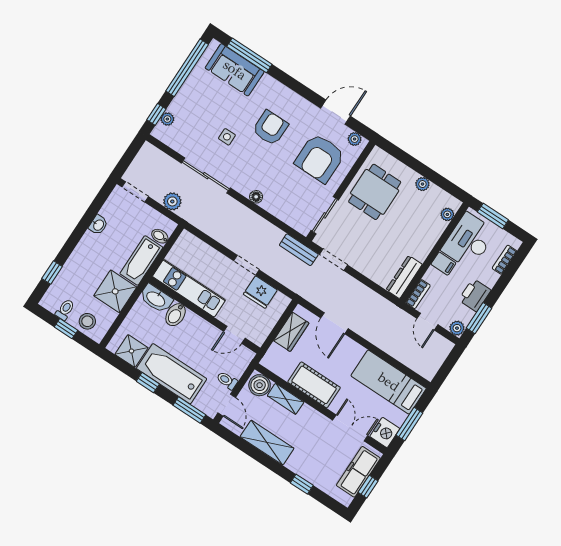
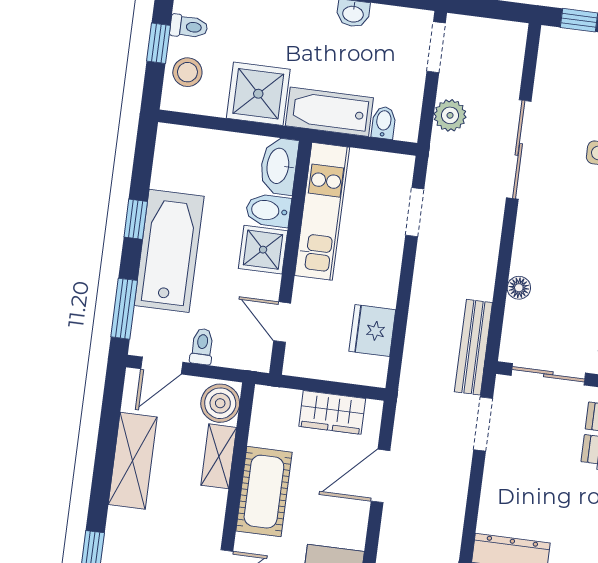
plant: (167, 119) -> (580, 42), removed
floor lamp: (256, 197) -> (519, 288), moved
bench: (299, 250) -> (473, 347), width x1.36
doorway: (246, 265) -> (415, 212), moved
shower: (131, 351) -> (263, 250), moved

